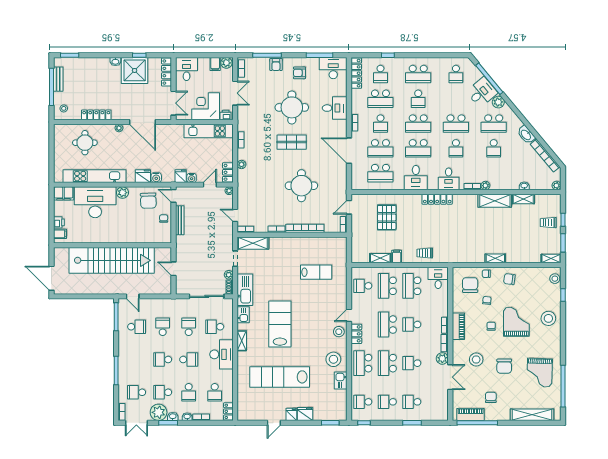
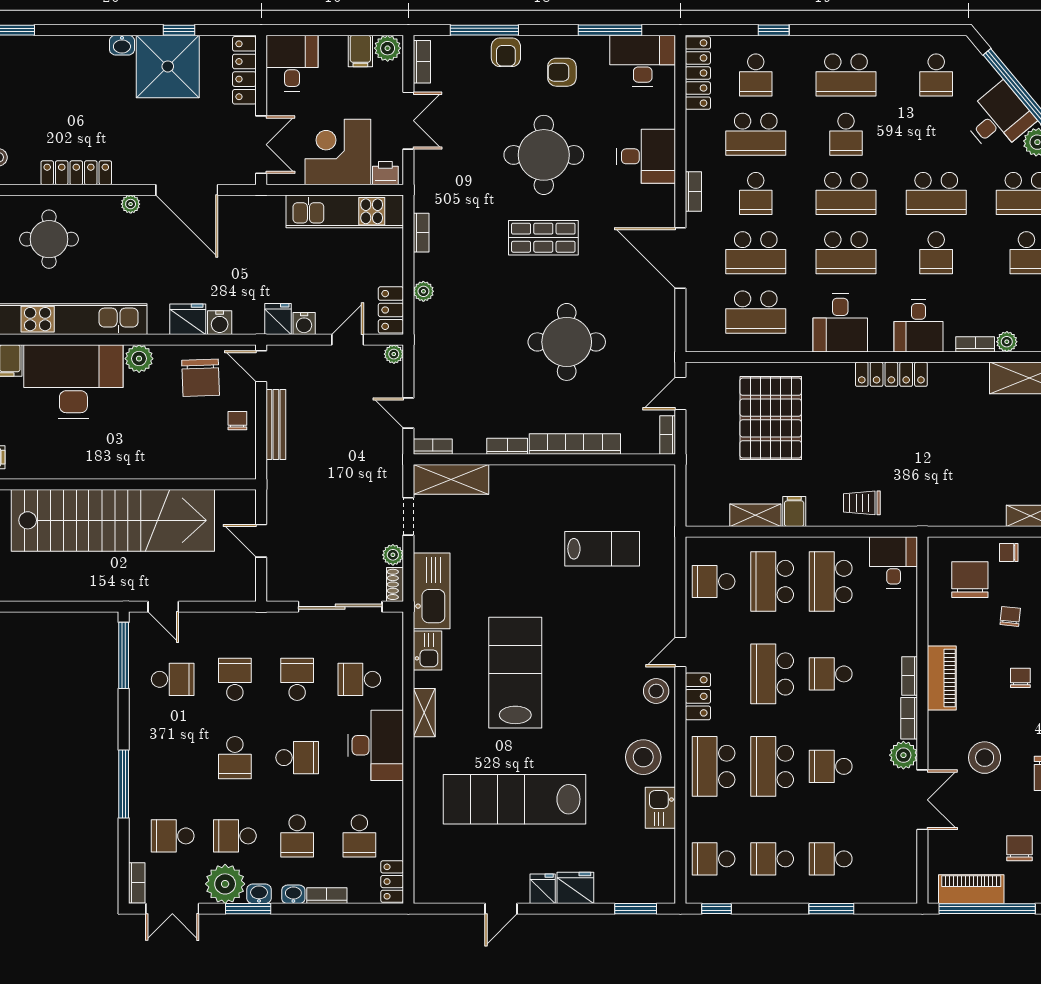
pallet: (387, 217) -> (771, 418), width x1.37, depth x1.41
school desk: (163, 360) -> (235, 758), turned -90

